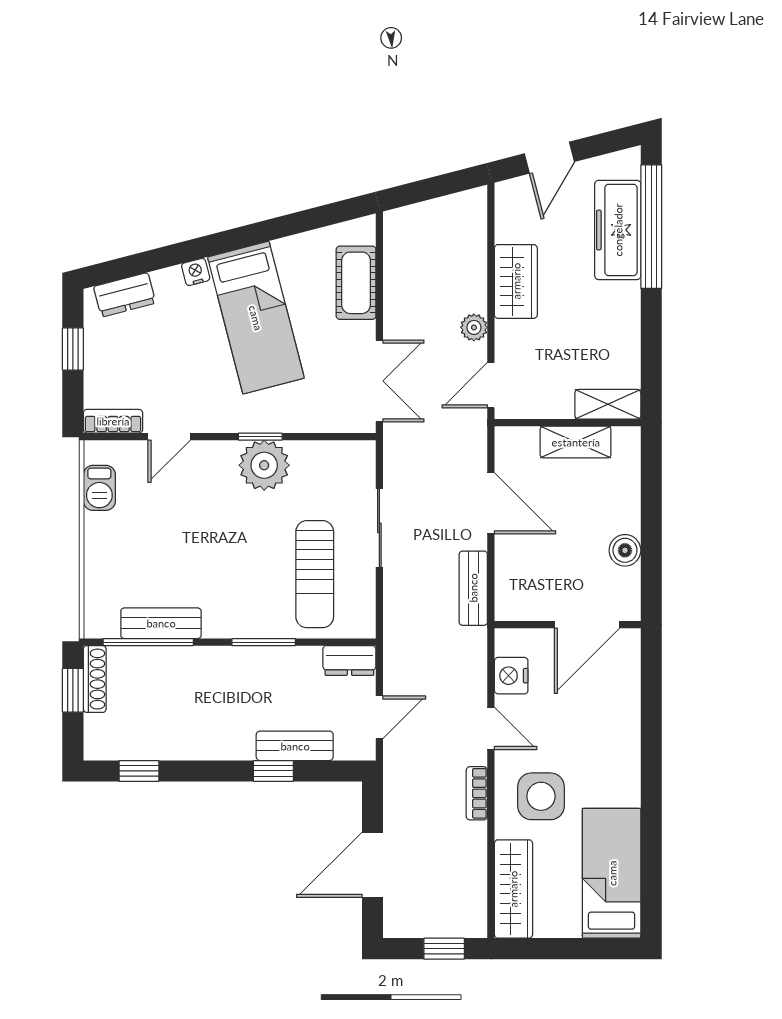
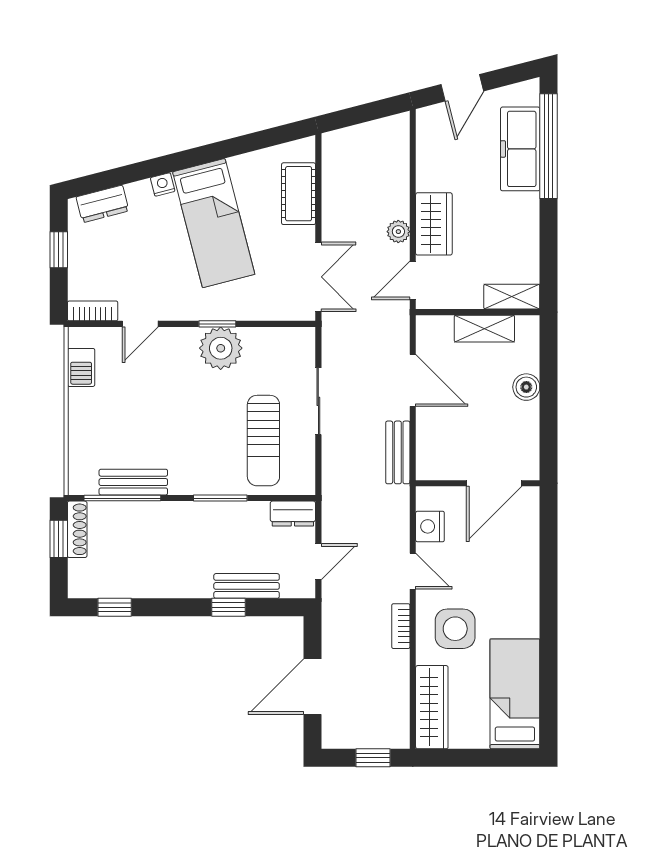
wardrobe: (516, 281) -> (434, 224), moved
boiler: (625, 550) -> (526, 387), moved

